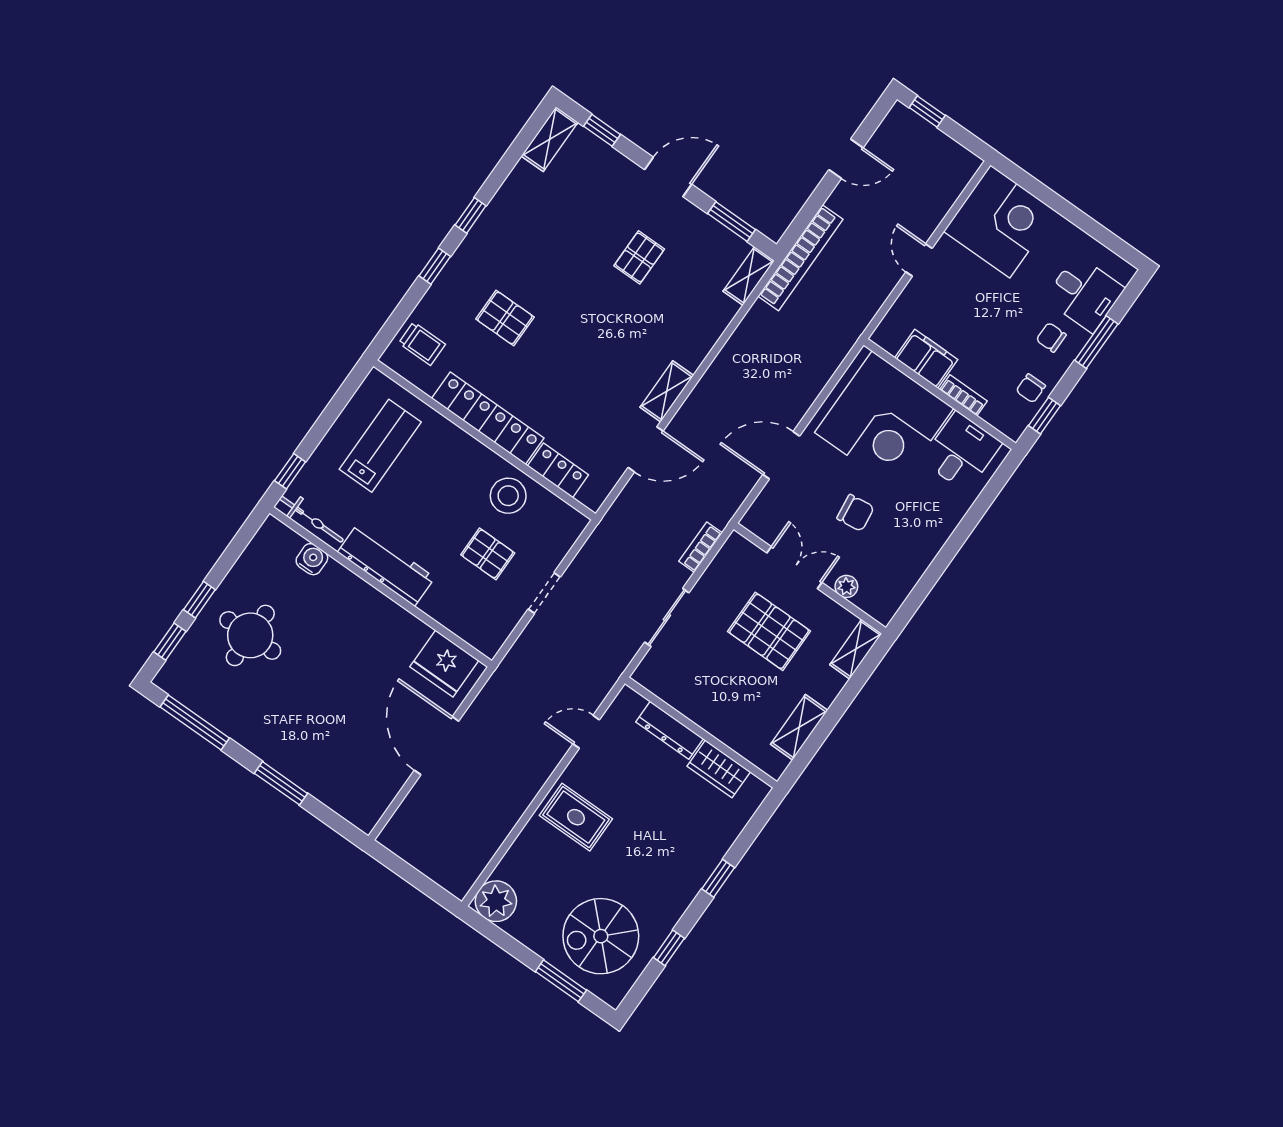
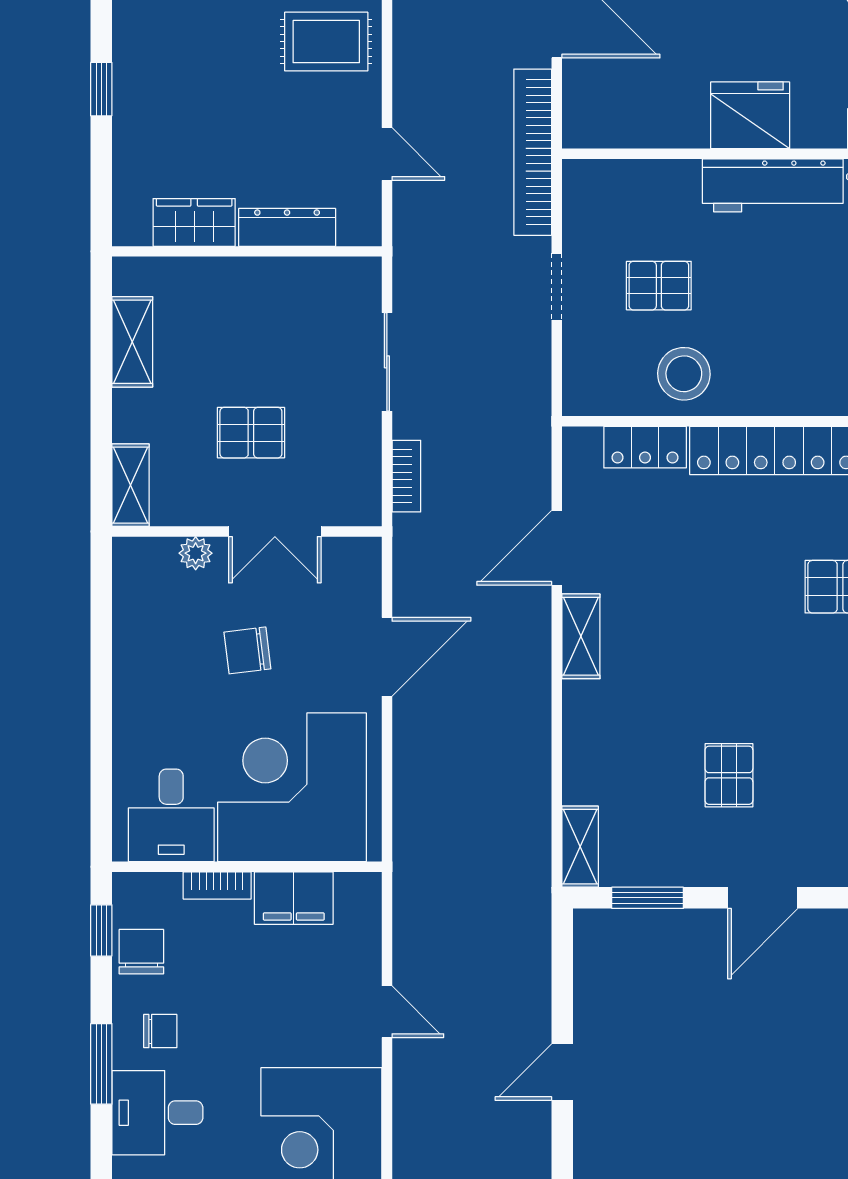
bookcase: (800, 258) -> (533, 152), moved
chair: (1031, 388) -> (141, 952), width x1.37, depth x1.37
pallet: (769, 631) -> (251, 433), width x0.67, depth x0.71
fridge: (444, 664) -> (750, 115), moved
door: (586, 732) -> (387, 154), hinge flipped

